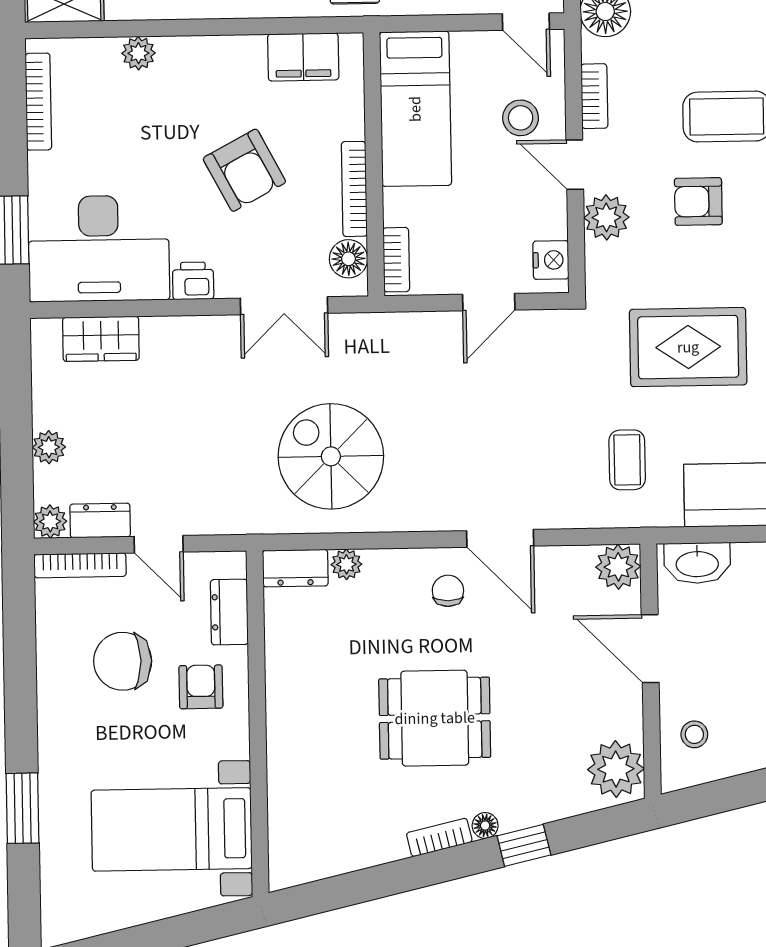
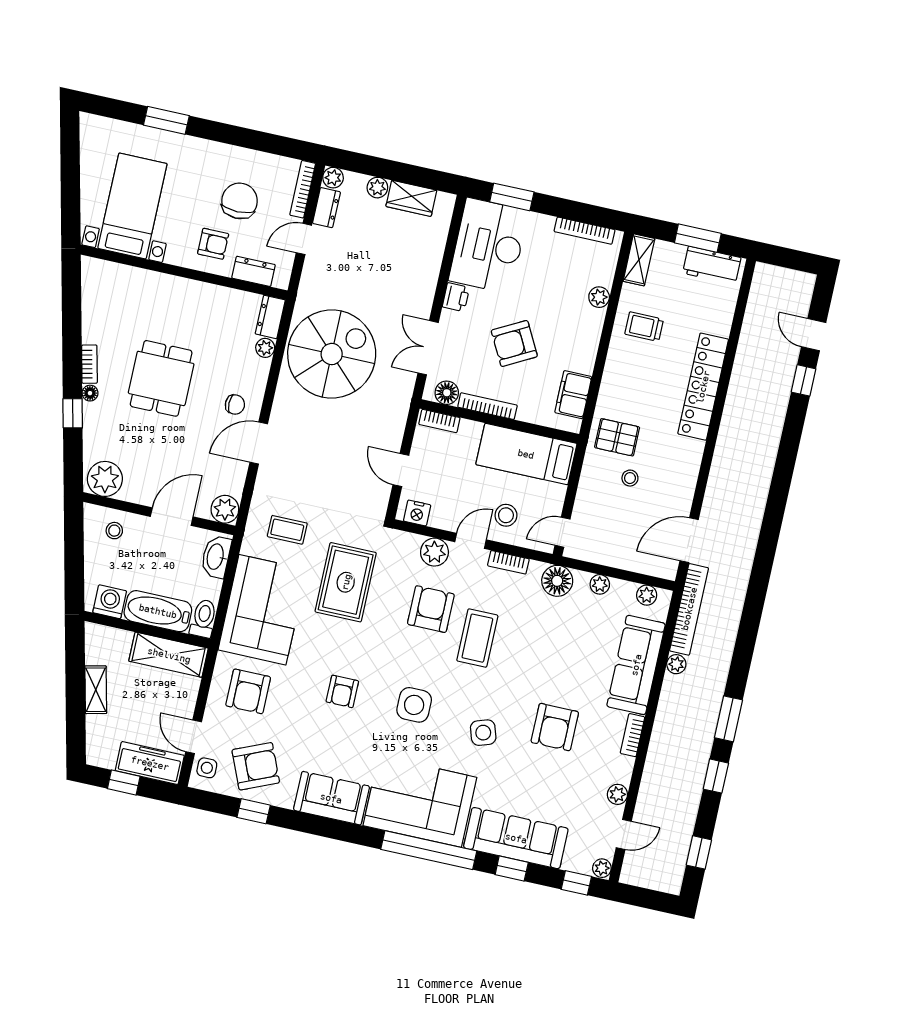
armchair: (698, 201) -> (431, 609), width x1.38, depth x1.38
wardrobe: (101, 339) -> (411, 198), moved, turned -90
spiral stairs: (331, 456) -> (332, 354), width x1.37, depth x1.37

